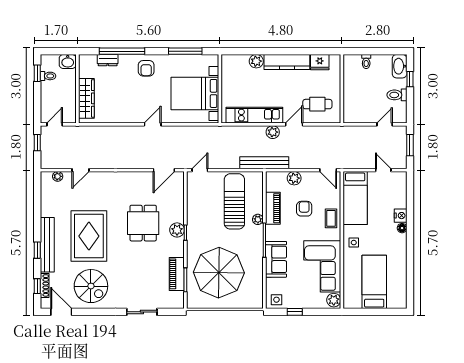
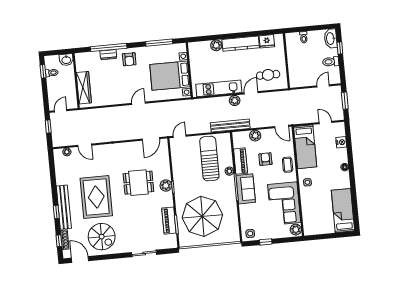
dresser: (108, 60) -> (108, 55), moved
door: (80, 170) -> (85, 145), hinge flipped
nightstand: (401, 216) -> (341, 142), moved
dining table: (143, 223) -> (138, 183), turned 90
sofa: (276, 259) -> (246, 189), moved
bed: (374, 282) -> (343, 211), moved

